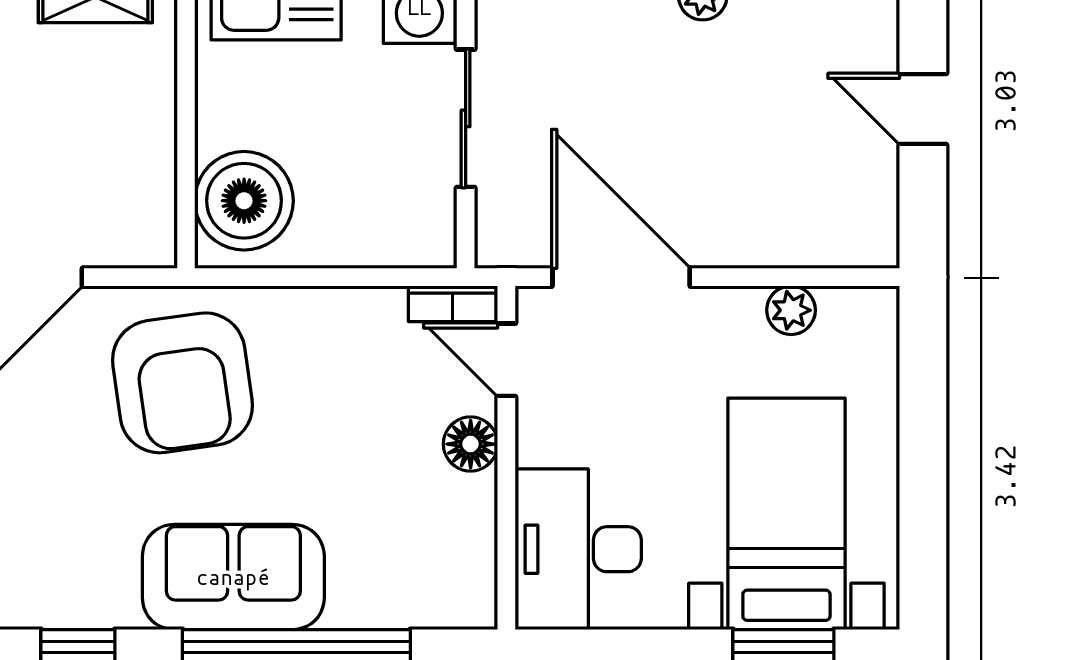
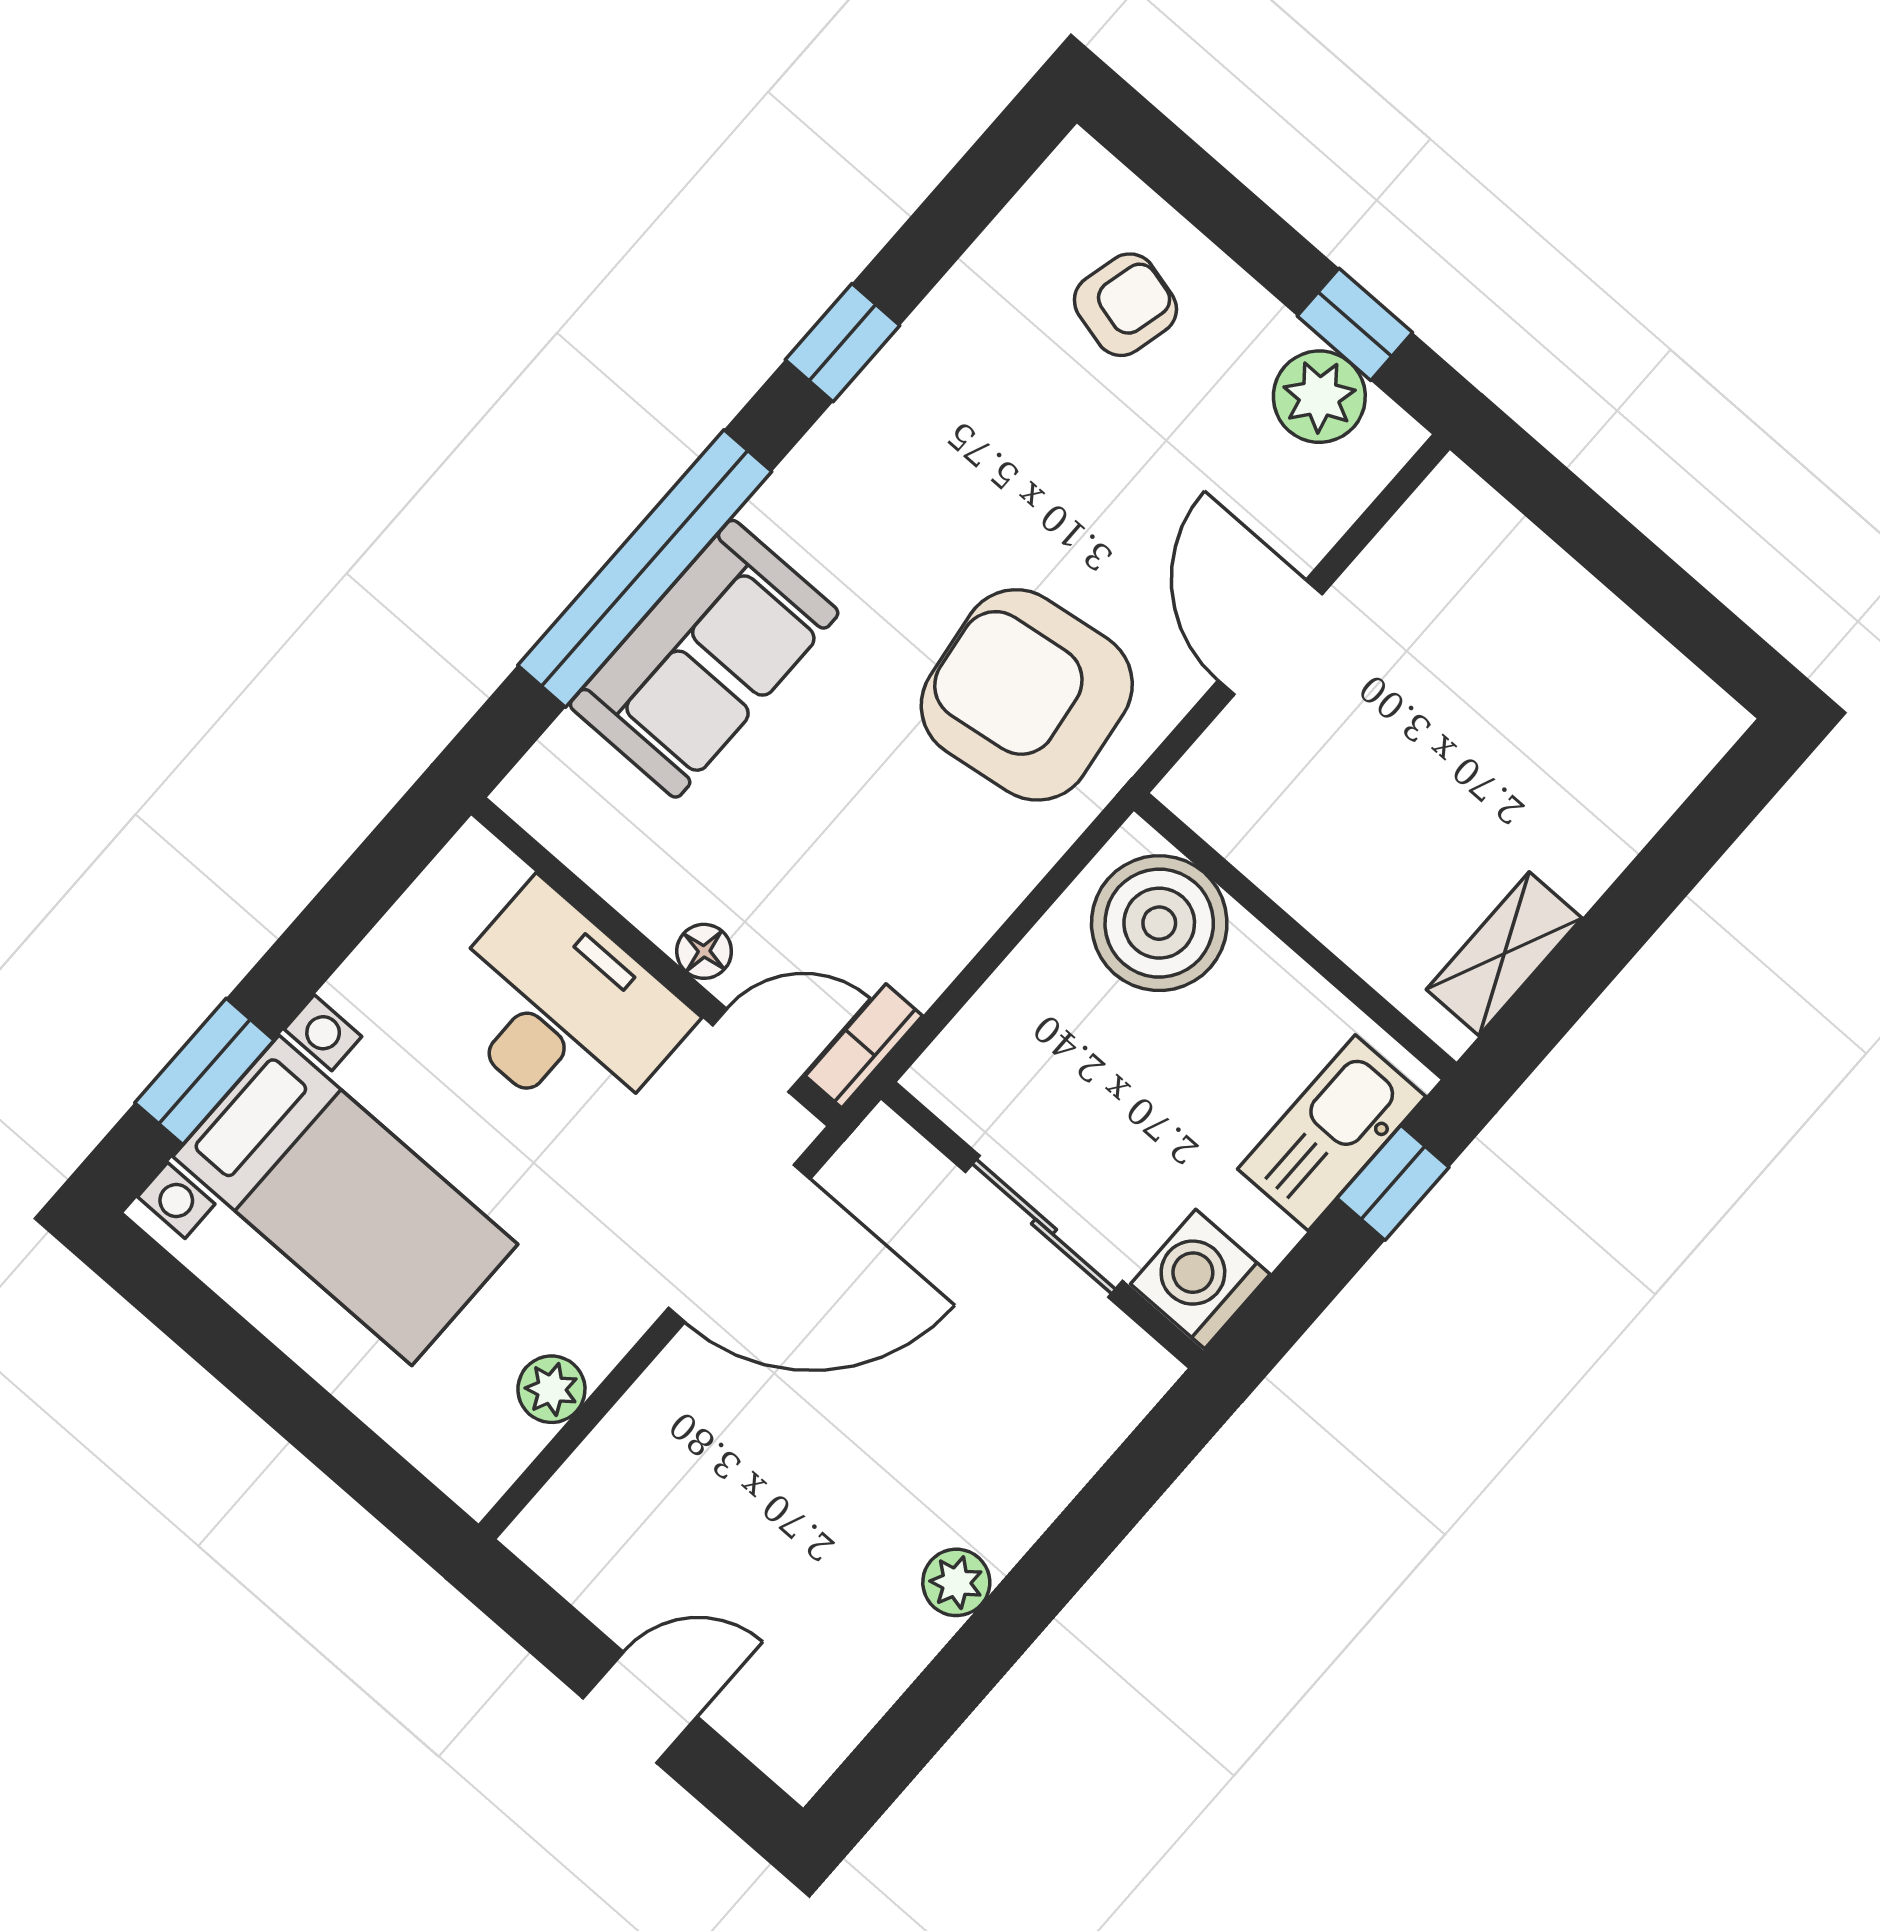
floor lamp: (471, 444) -> (704, 951), width x0.73, depth x0.73
desk: (578, 549) -> (562, 1010), moved
sofa: (233, 577) -> (704, 659), moved

